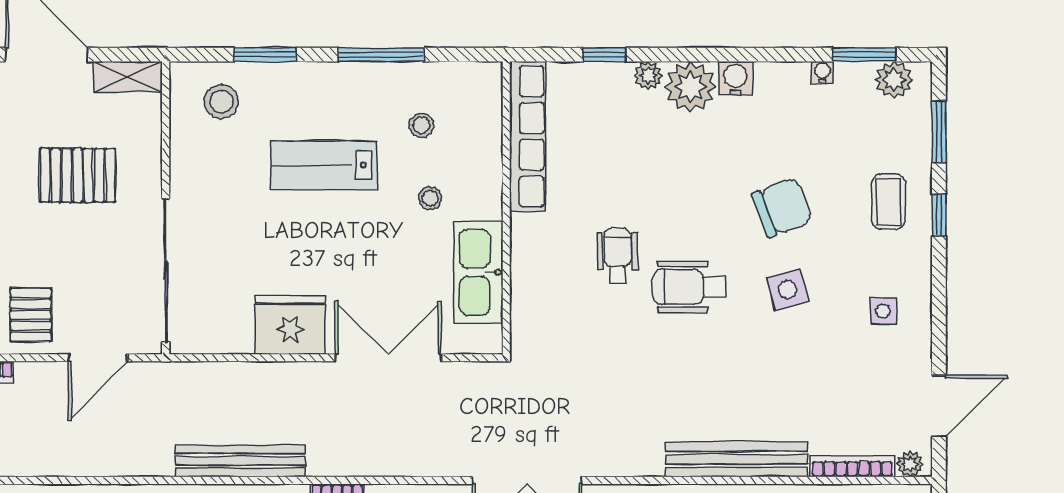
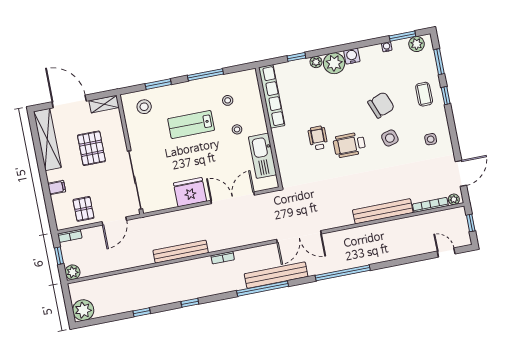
pallet: (78, 175) -> (91, 148), turned 90

